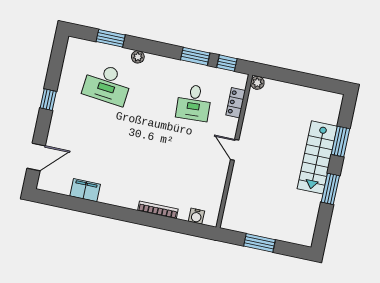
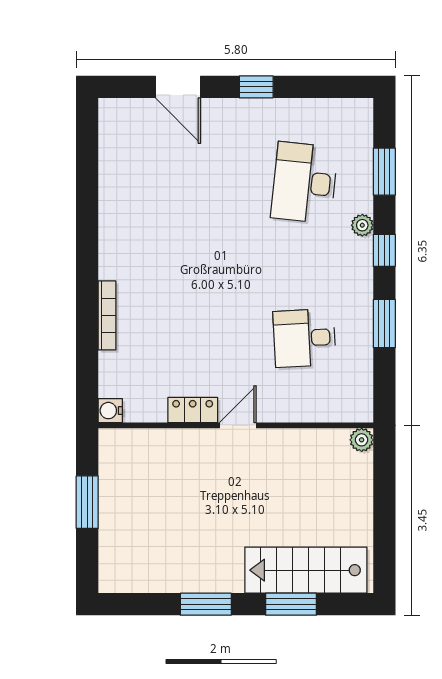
window: (227, 63) -> (384, 250), moved
locker: (236, 103) -> (193, 410), moved
door: (36, 157) -> (178, 87), moved
stairs: (317, 157) -> (306, 570), moved
filing cabinet: (85, 190) -> (114, 183), removed
water cooler: (196, 216) -> (110, 411), moved

